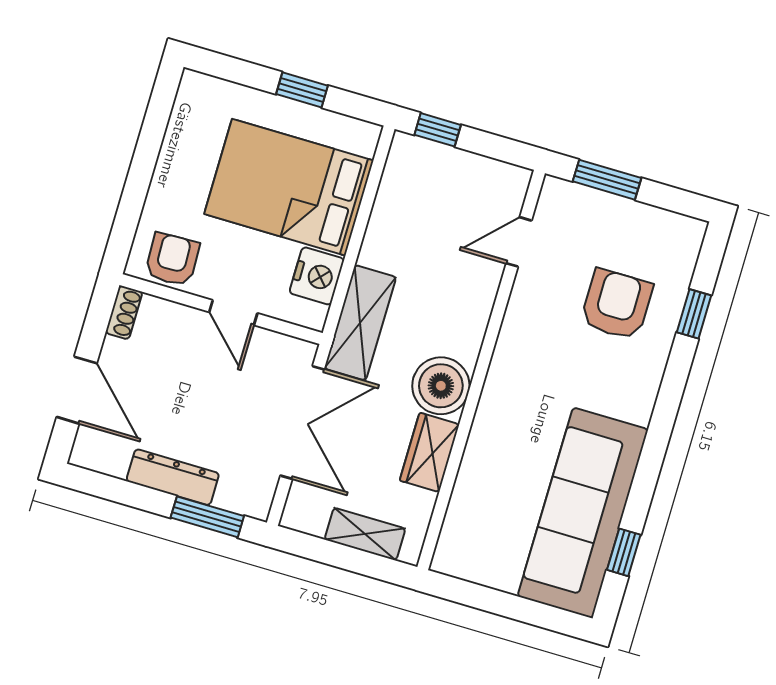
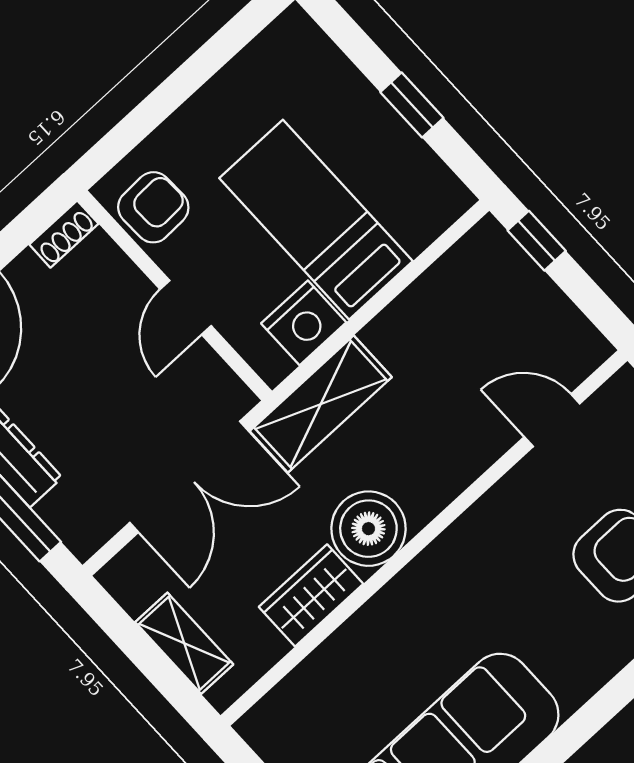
bed: (289, 187) -> (316, 220), width x0.67

